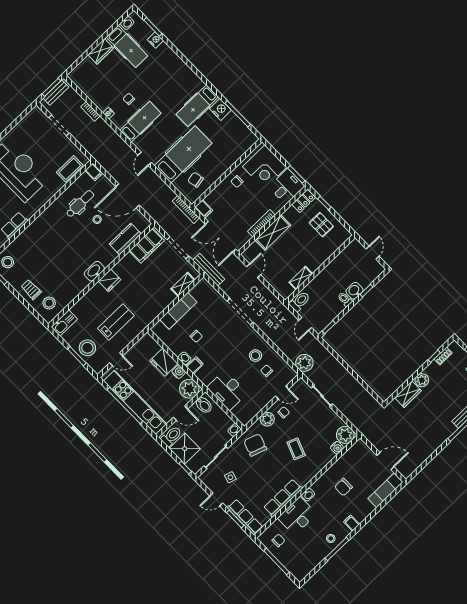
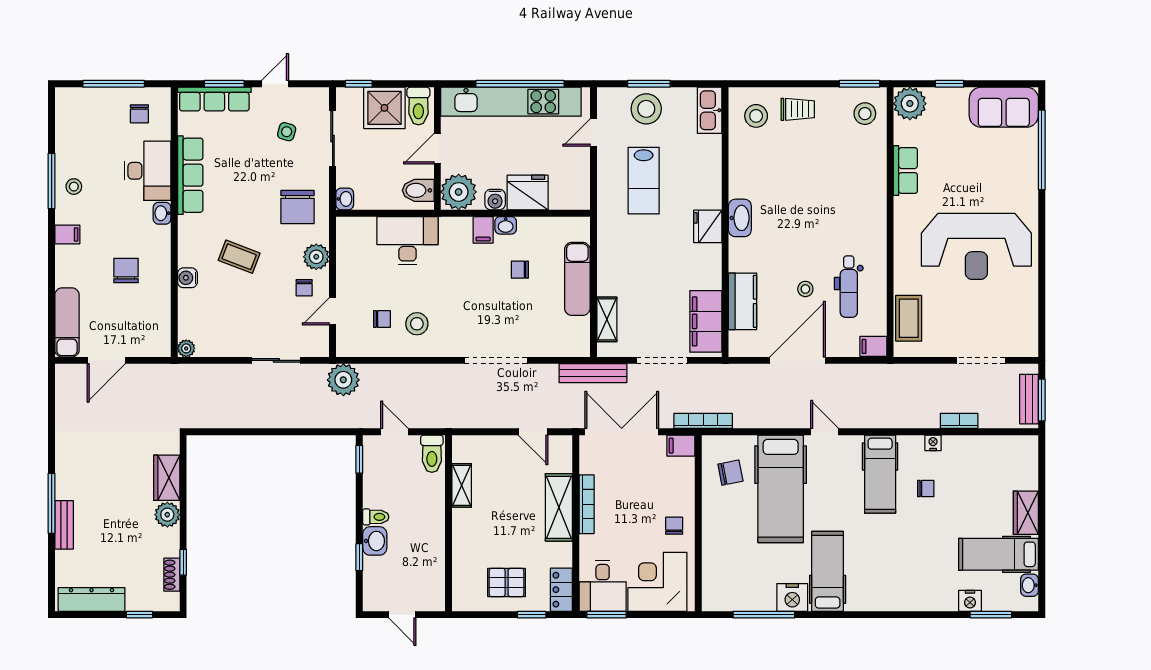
plant: (345, 435) -> (186, 348), width x0.53, depth x0.53
chair: (255, 445) -> (297, 207), turned 71
water cooler: (337, 448) -> (187, 278), moved

